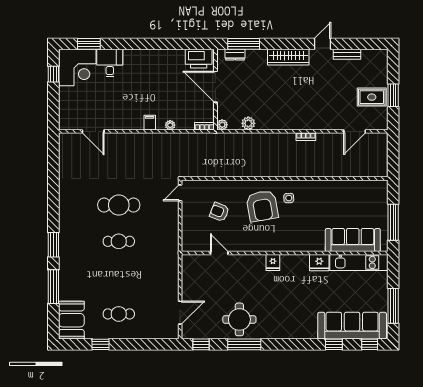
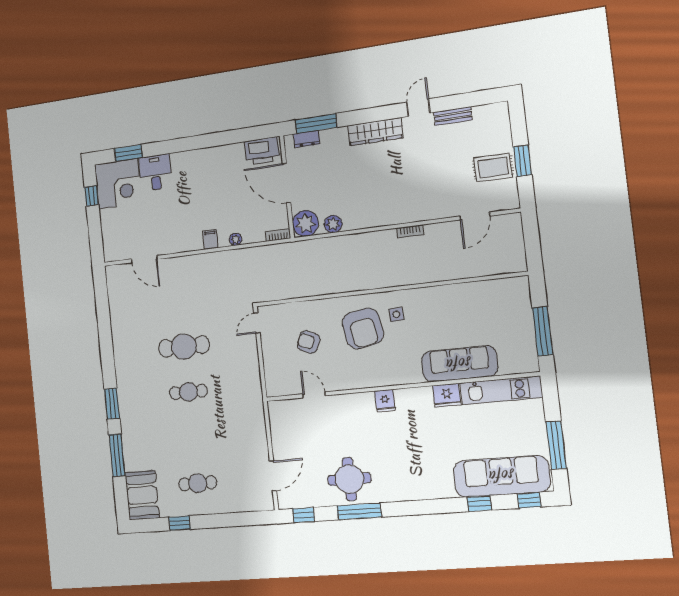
plant: (222, 125) -> (305, 223), width x1.88, depth x1.88
sofa: (353, 240) -> (459, 364), moved

